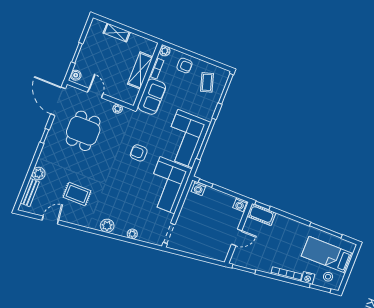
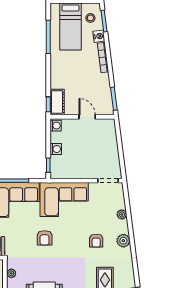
washing machine: (199, 188) -> (56, 149), moved
armchair: (117, 200) -> (96, 241), added

